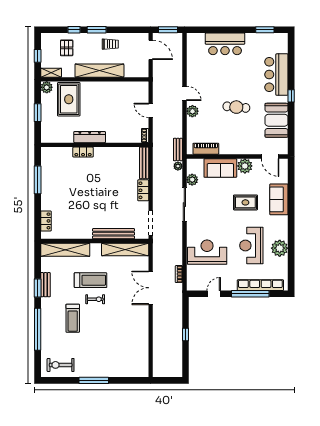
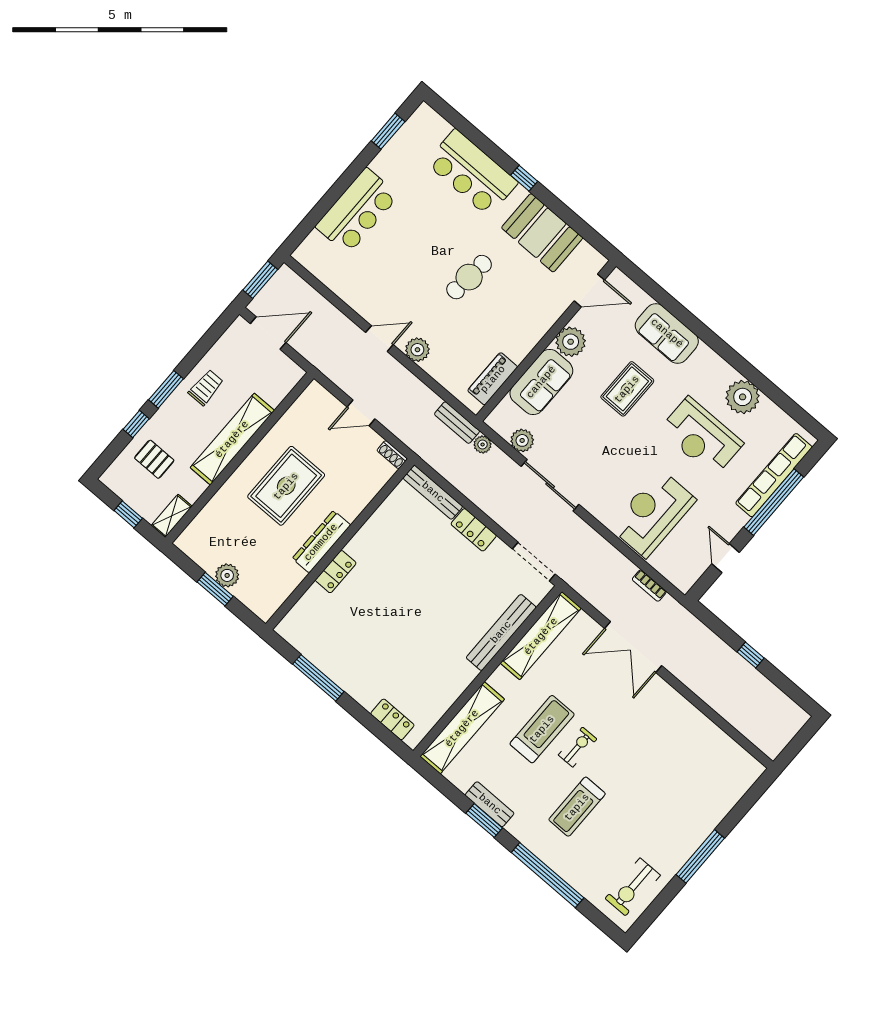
plant: (47, 87) -> (227, 575), moved
rug: (69, 99) -> (286, 486), moved, turned 90
treadmill: (73, 318) -> (577, 807), turned 90

